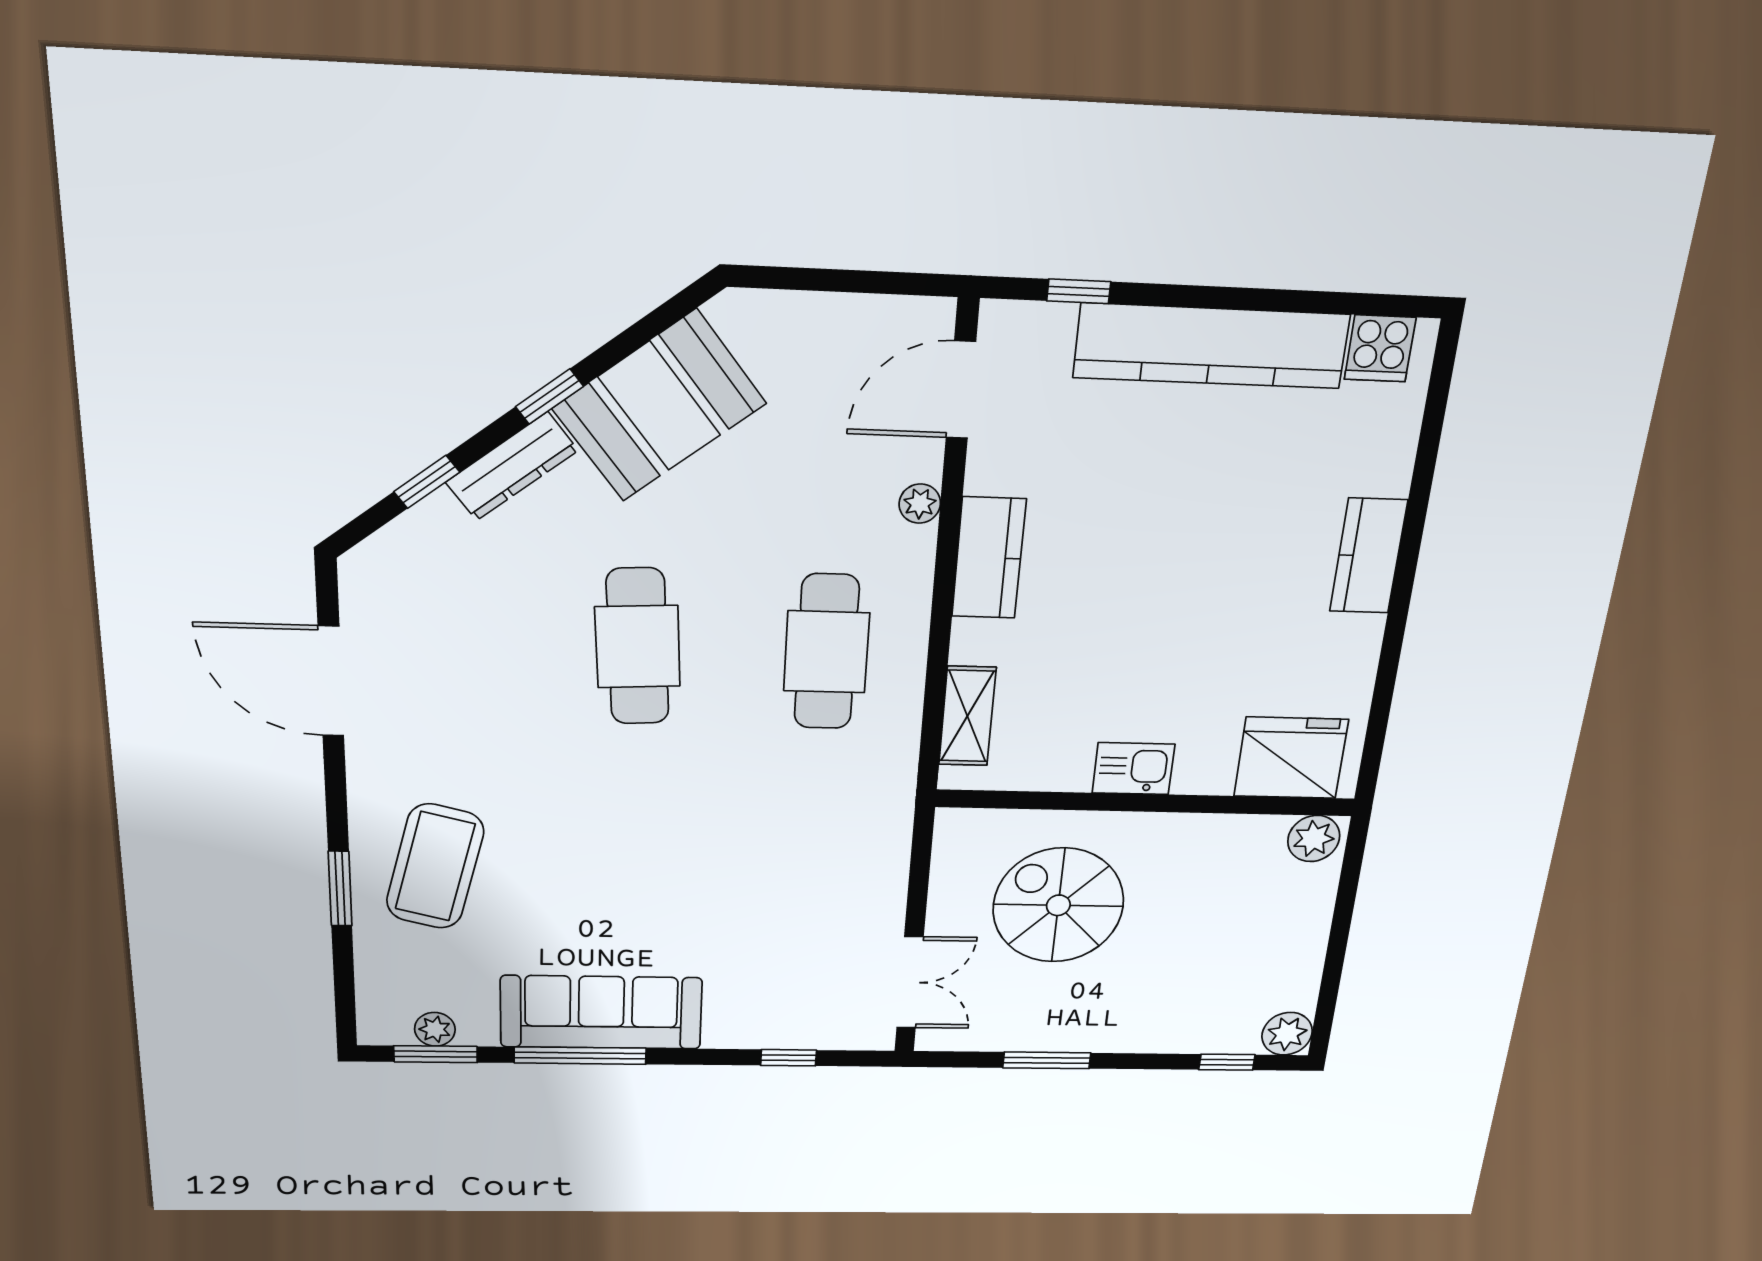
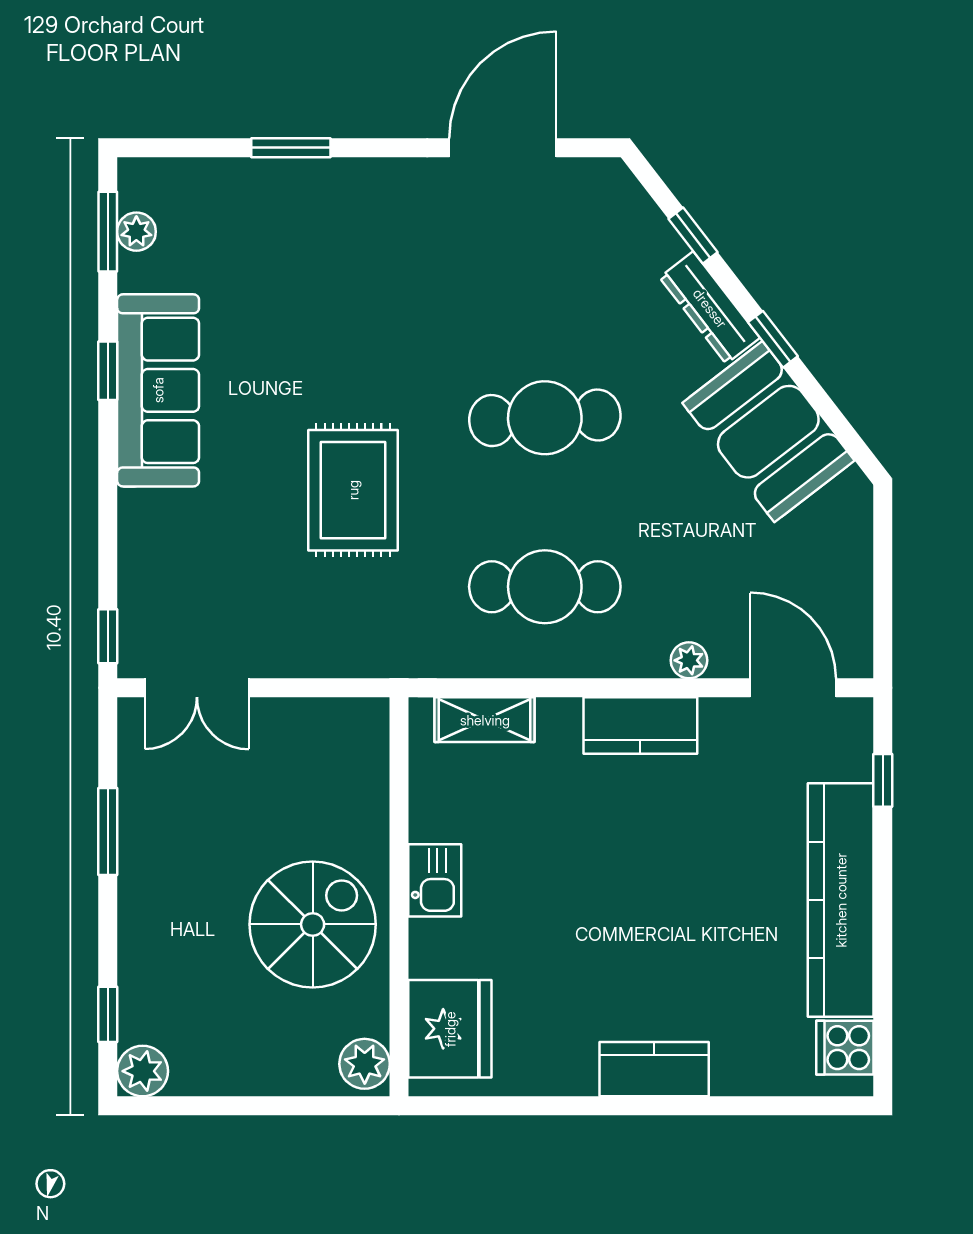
rug: (712, 837) -> (353, 490), added
coffee table: (435, 866) -> (316, 235), removed
spiral stairs: (1058, 905) -> (313, 924), moved
window: (580, 1056) -> (108, 371), width x0.46
window: (789, 1058) -> (108, 636), moved

